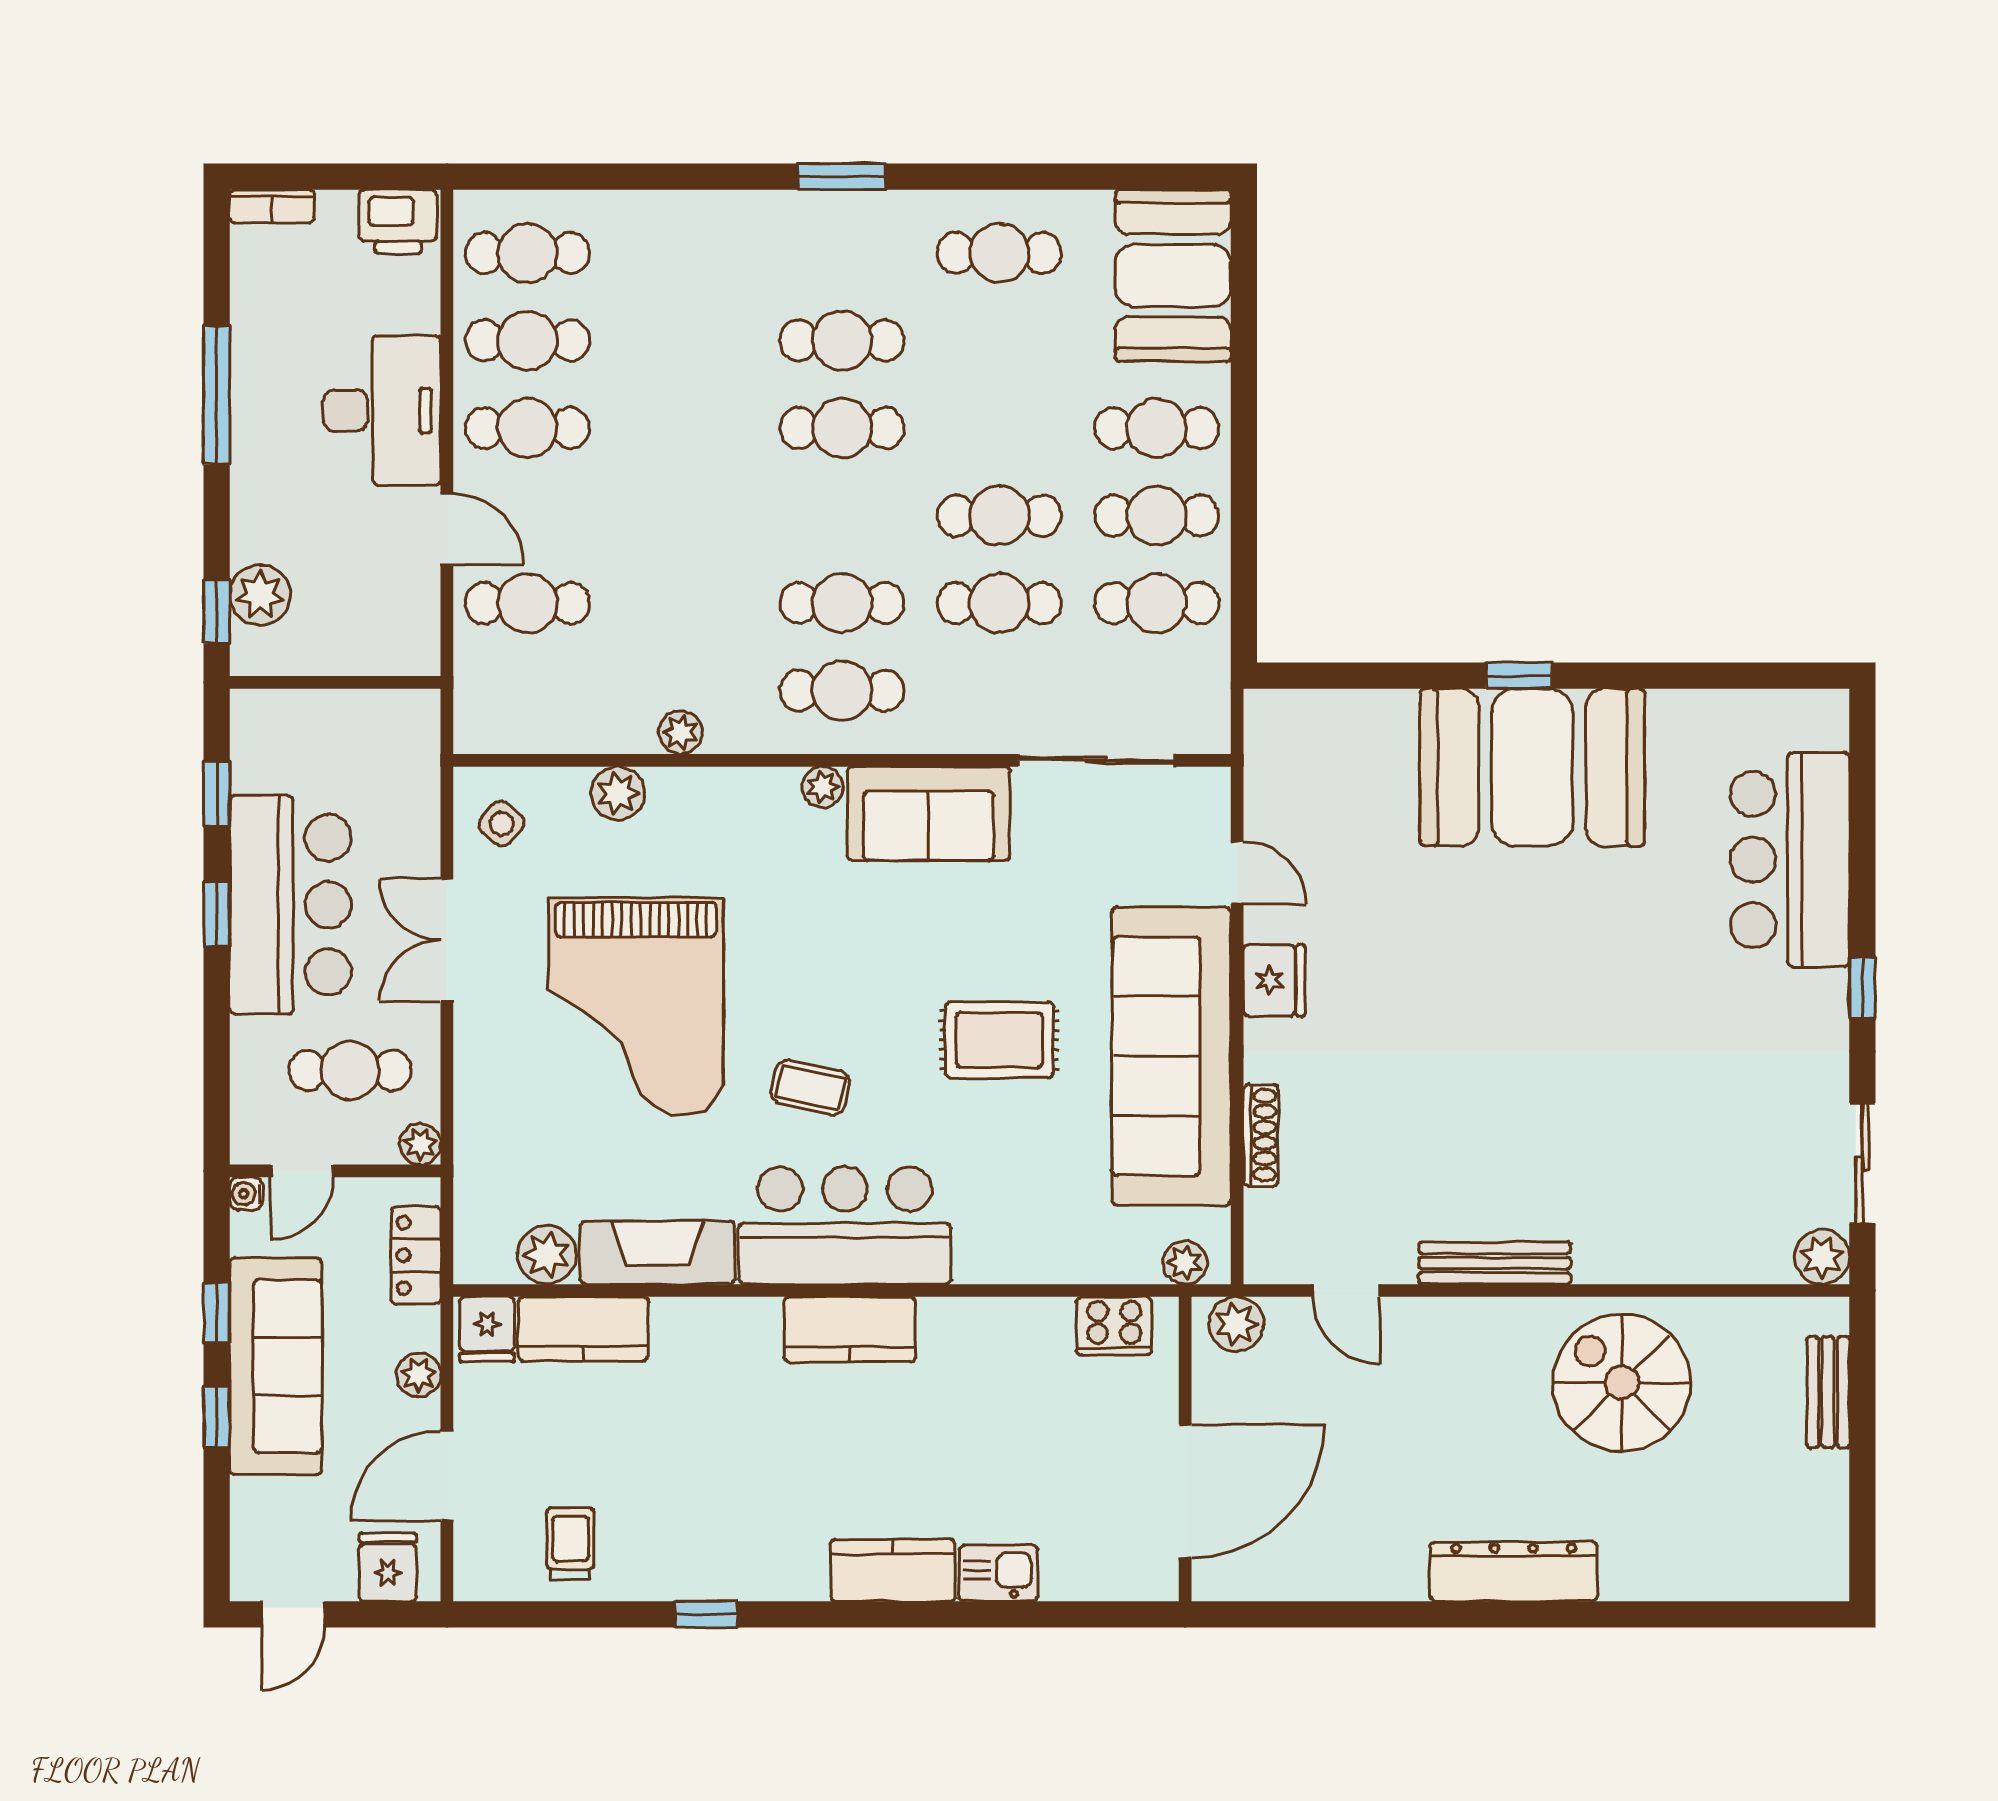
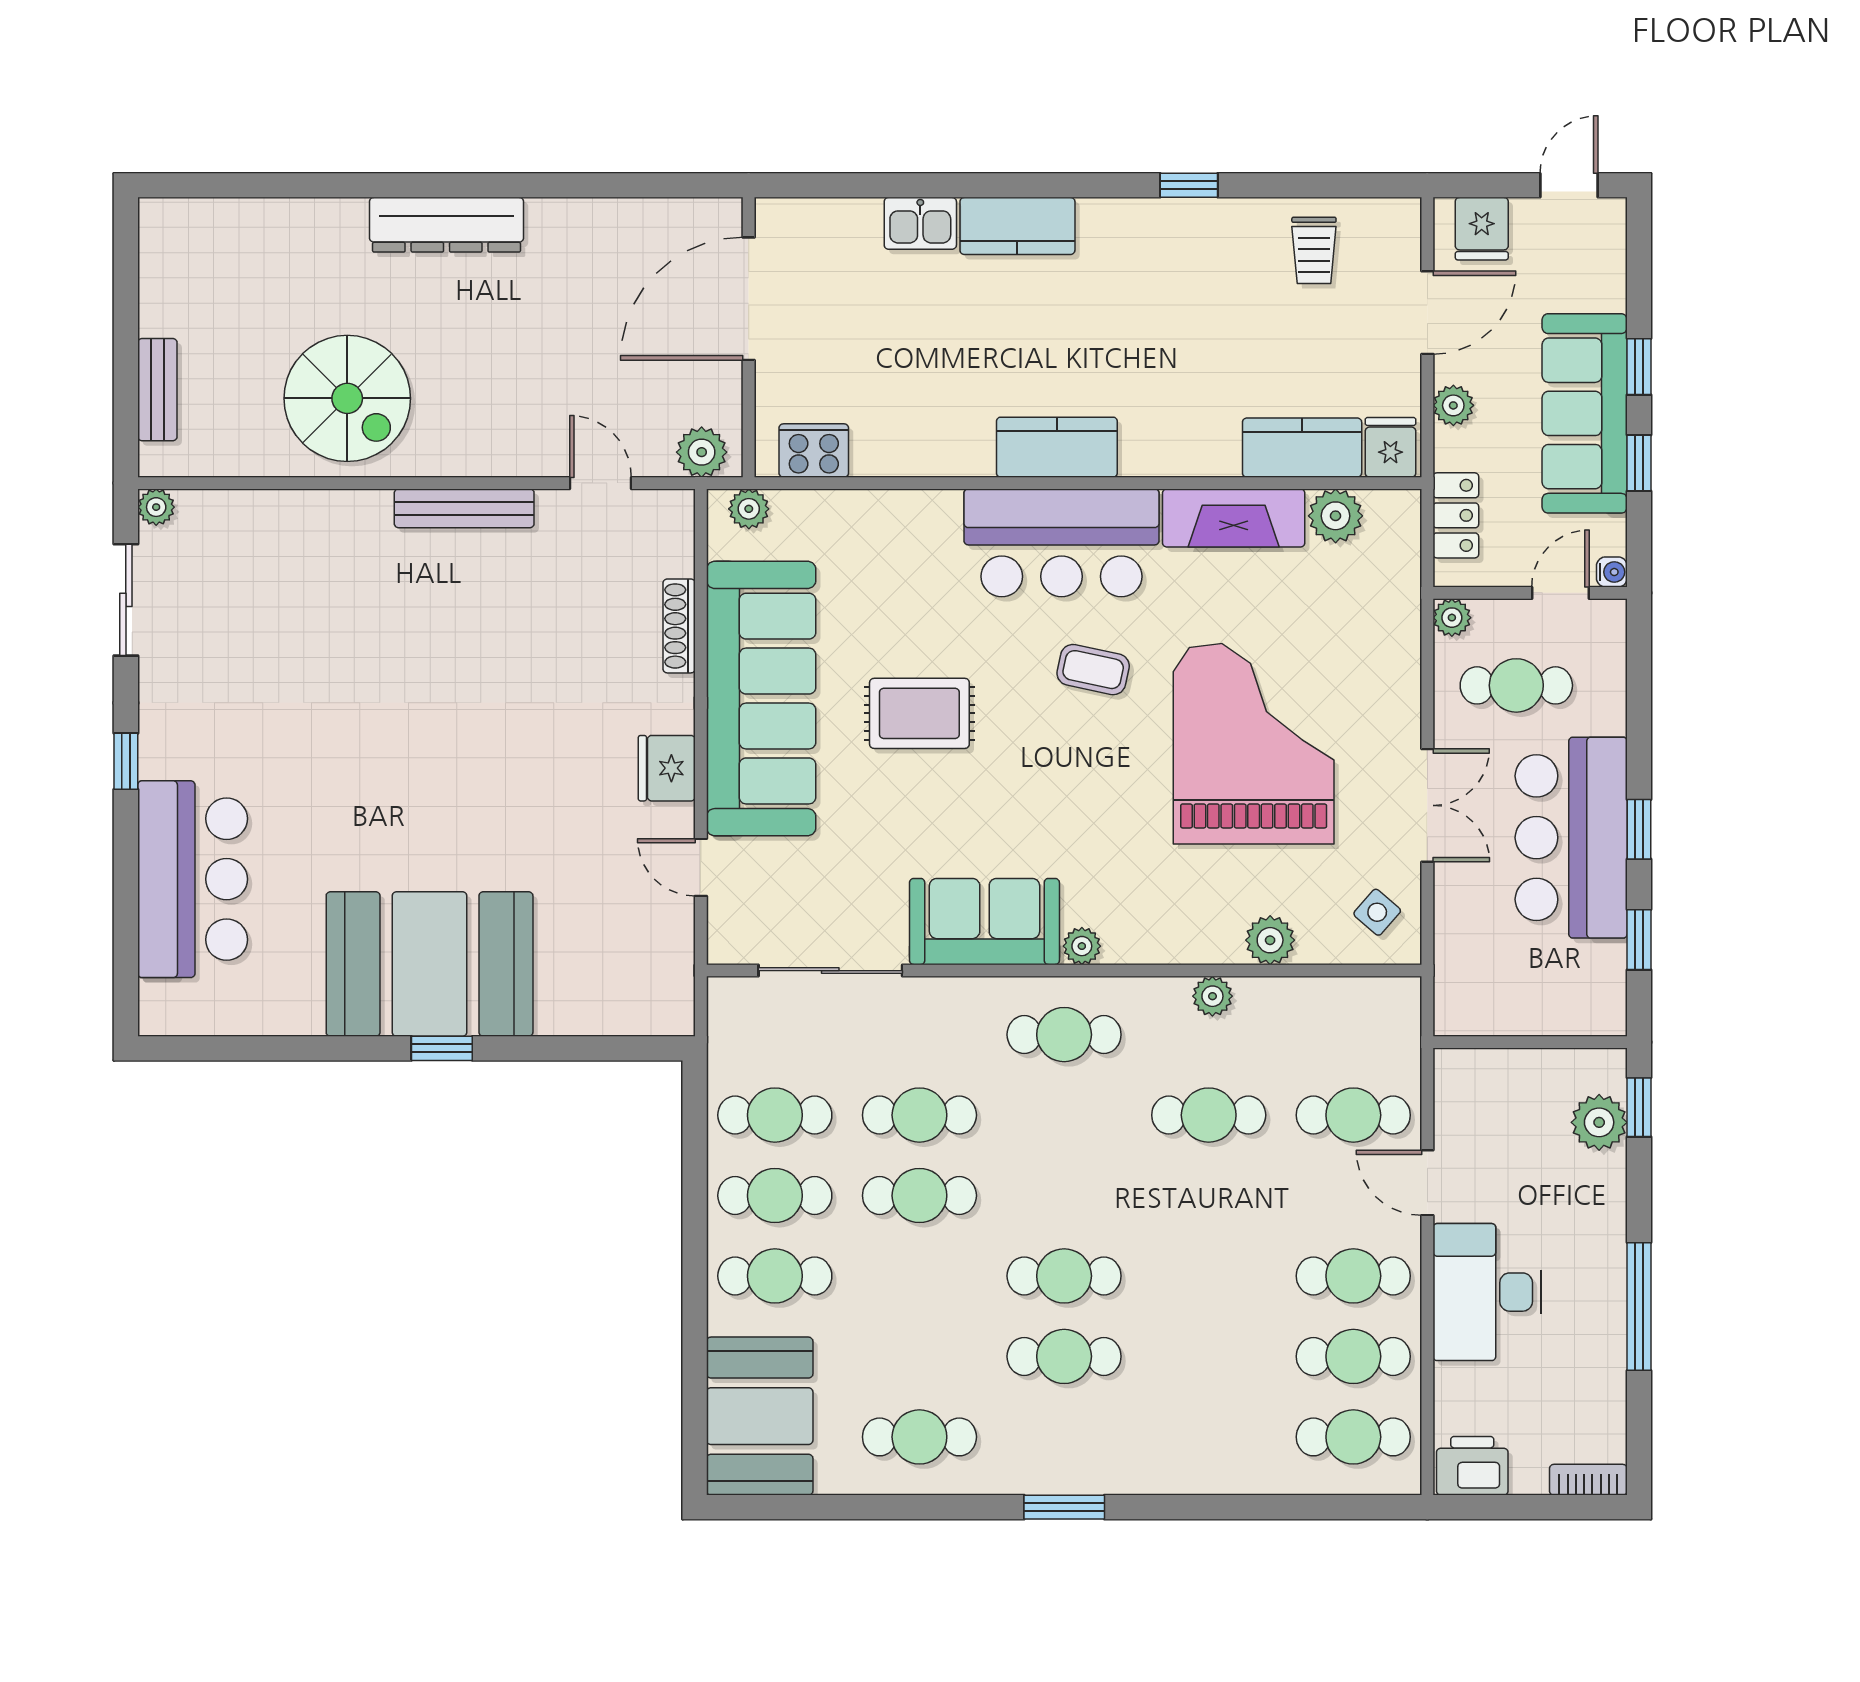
cafe table: (842, 603) -> (1209, 1115), moved
plant: (1822, 1257) -> (156, 507), width x0.73, depth x0.73

